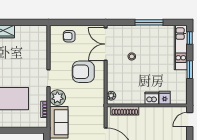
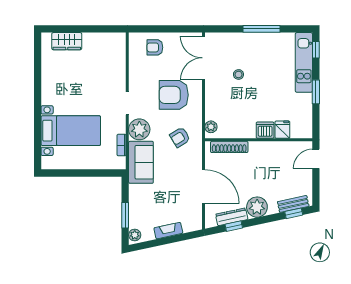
armchair: (88, 104) -> (180, 137), added

